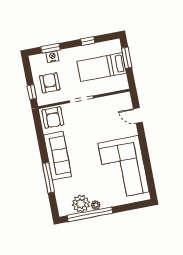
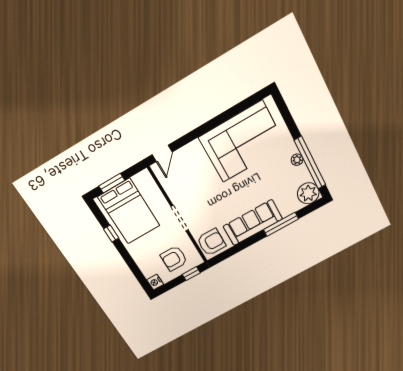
window: (51, 48) -> (136, 270), removed
nightstand: (52, 57) -> (155, 282), moved
bed: (102, 67) -> (129, 211), width x1.50
door: (138, 115) -> (162, 153), moved
plant: (81, 204) -> (308, 193), moved

